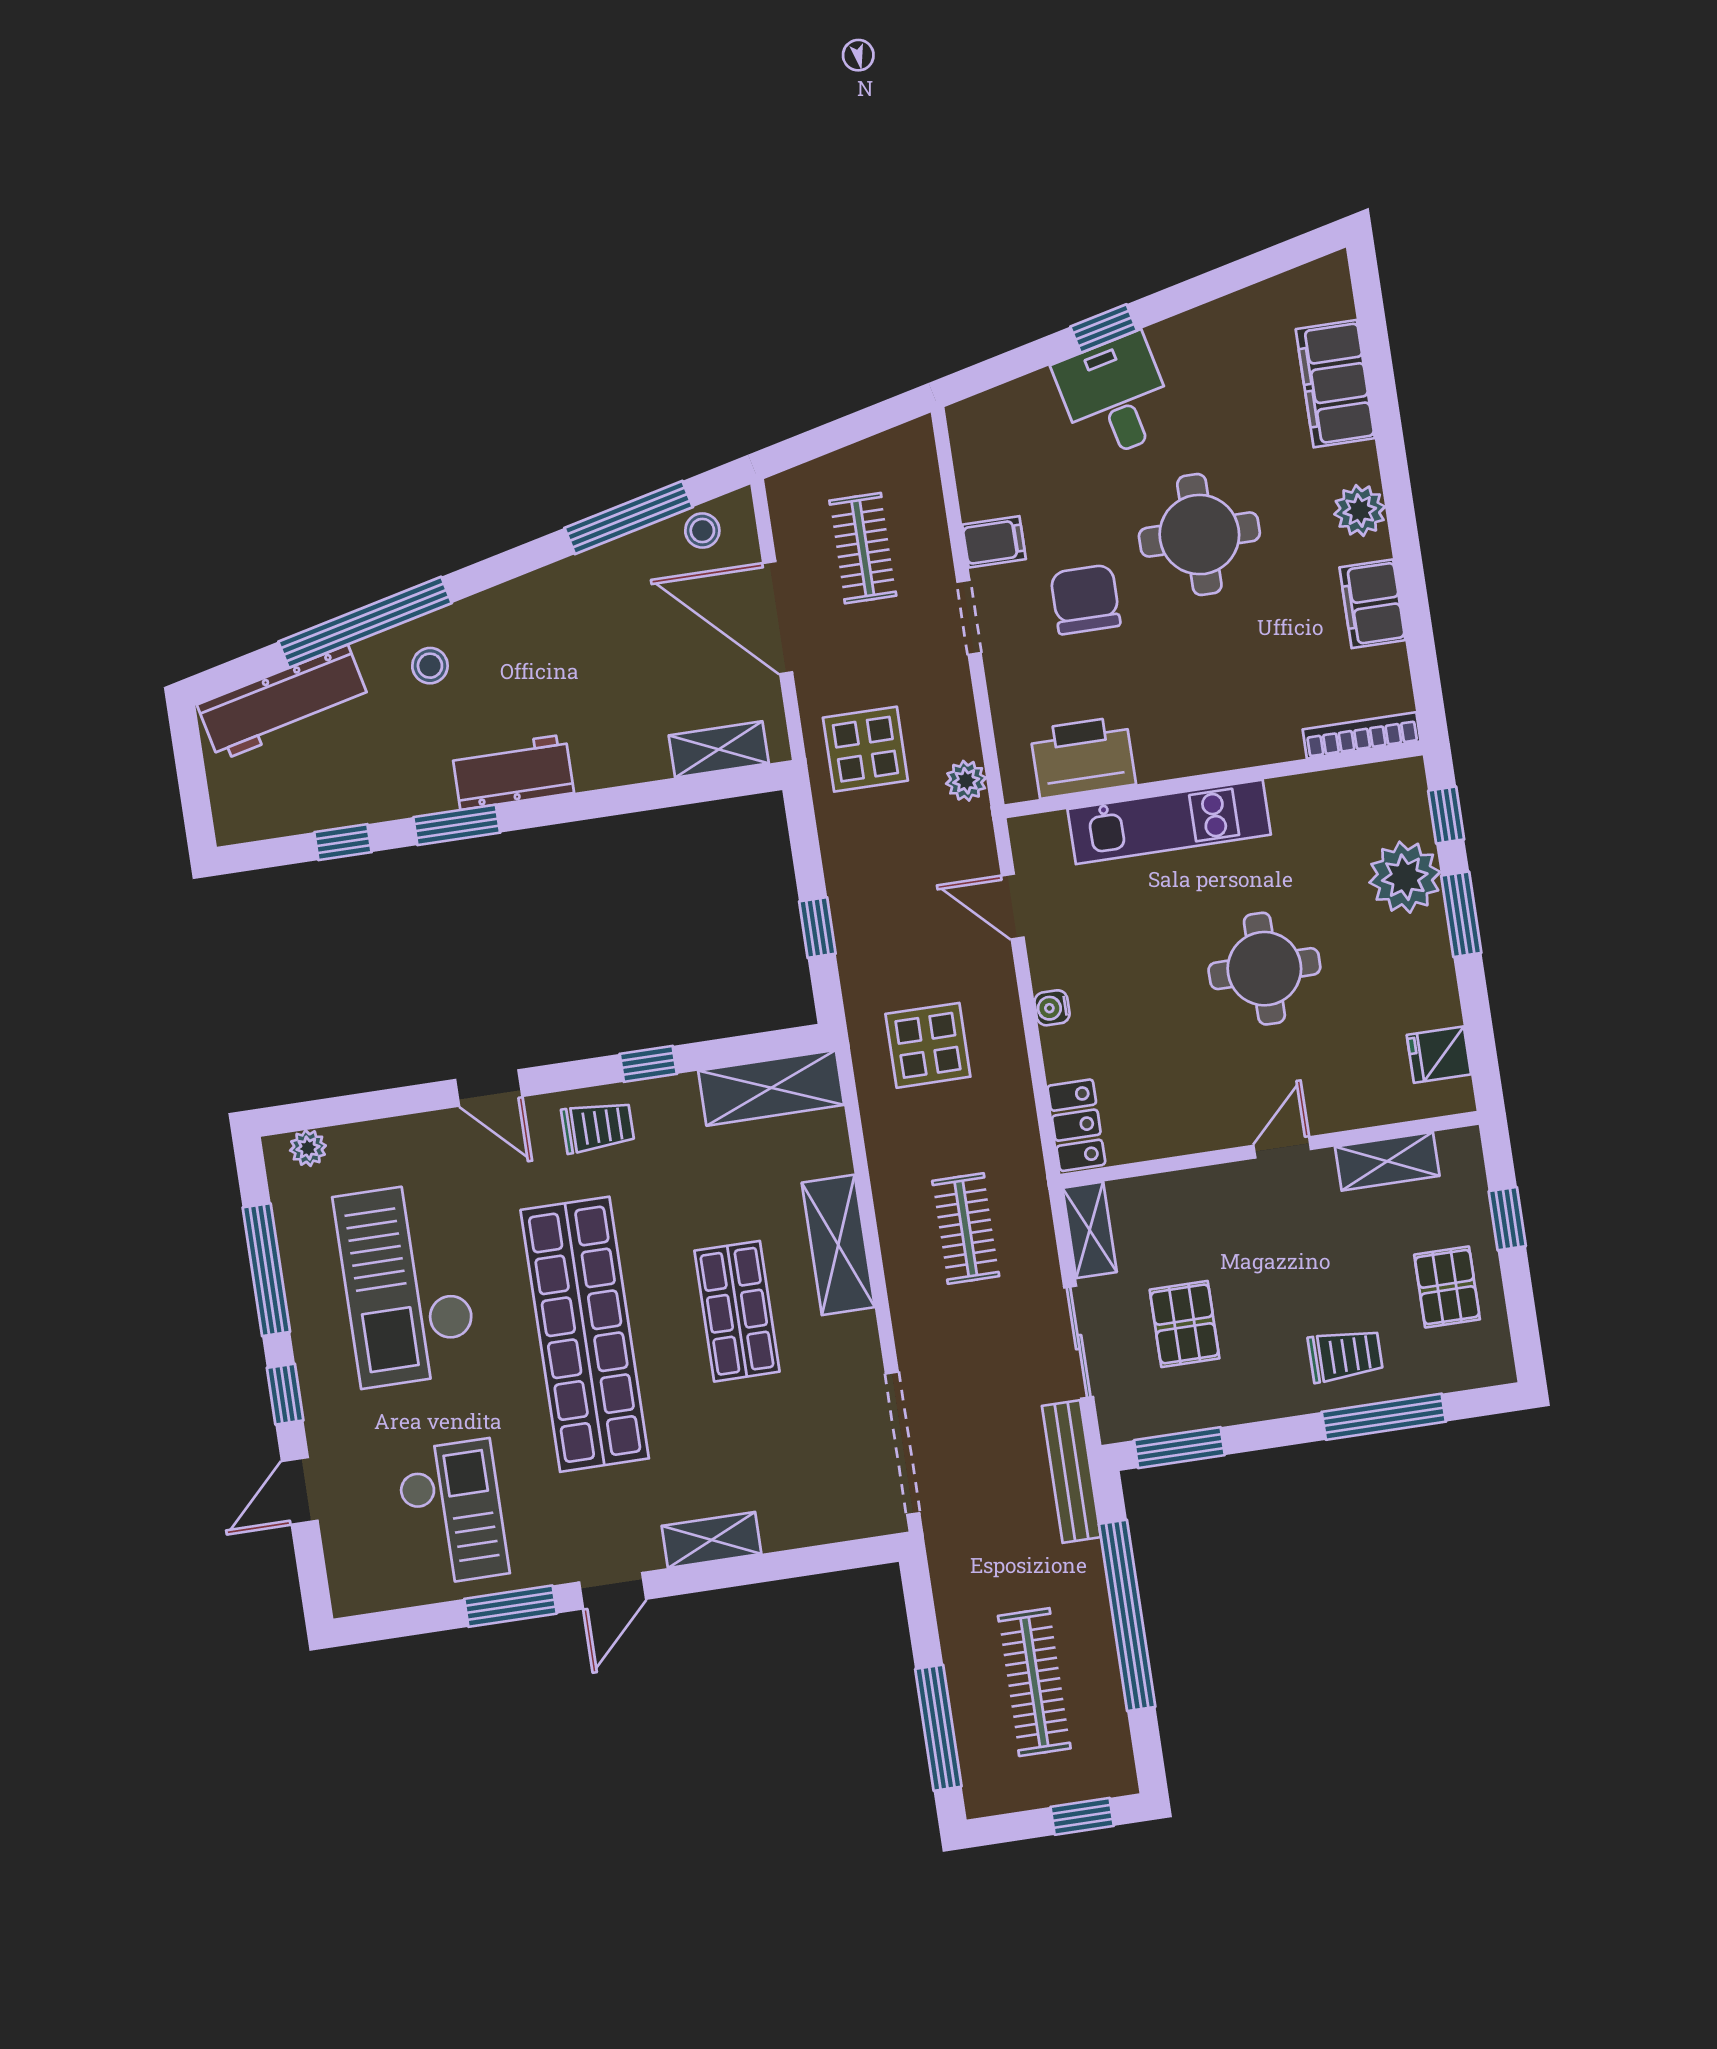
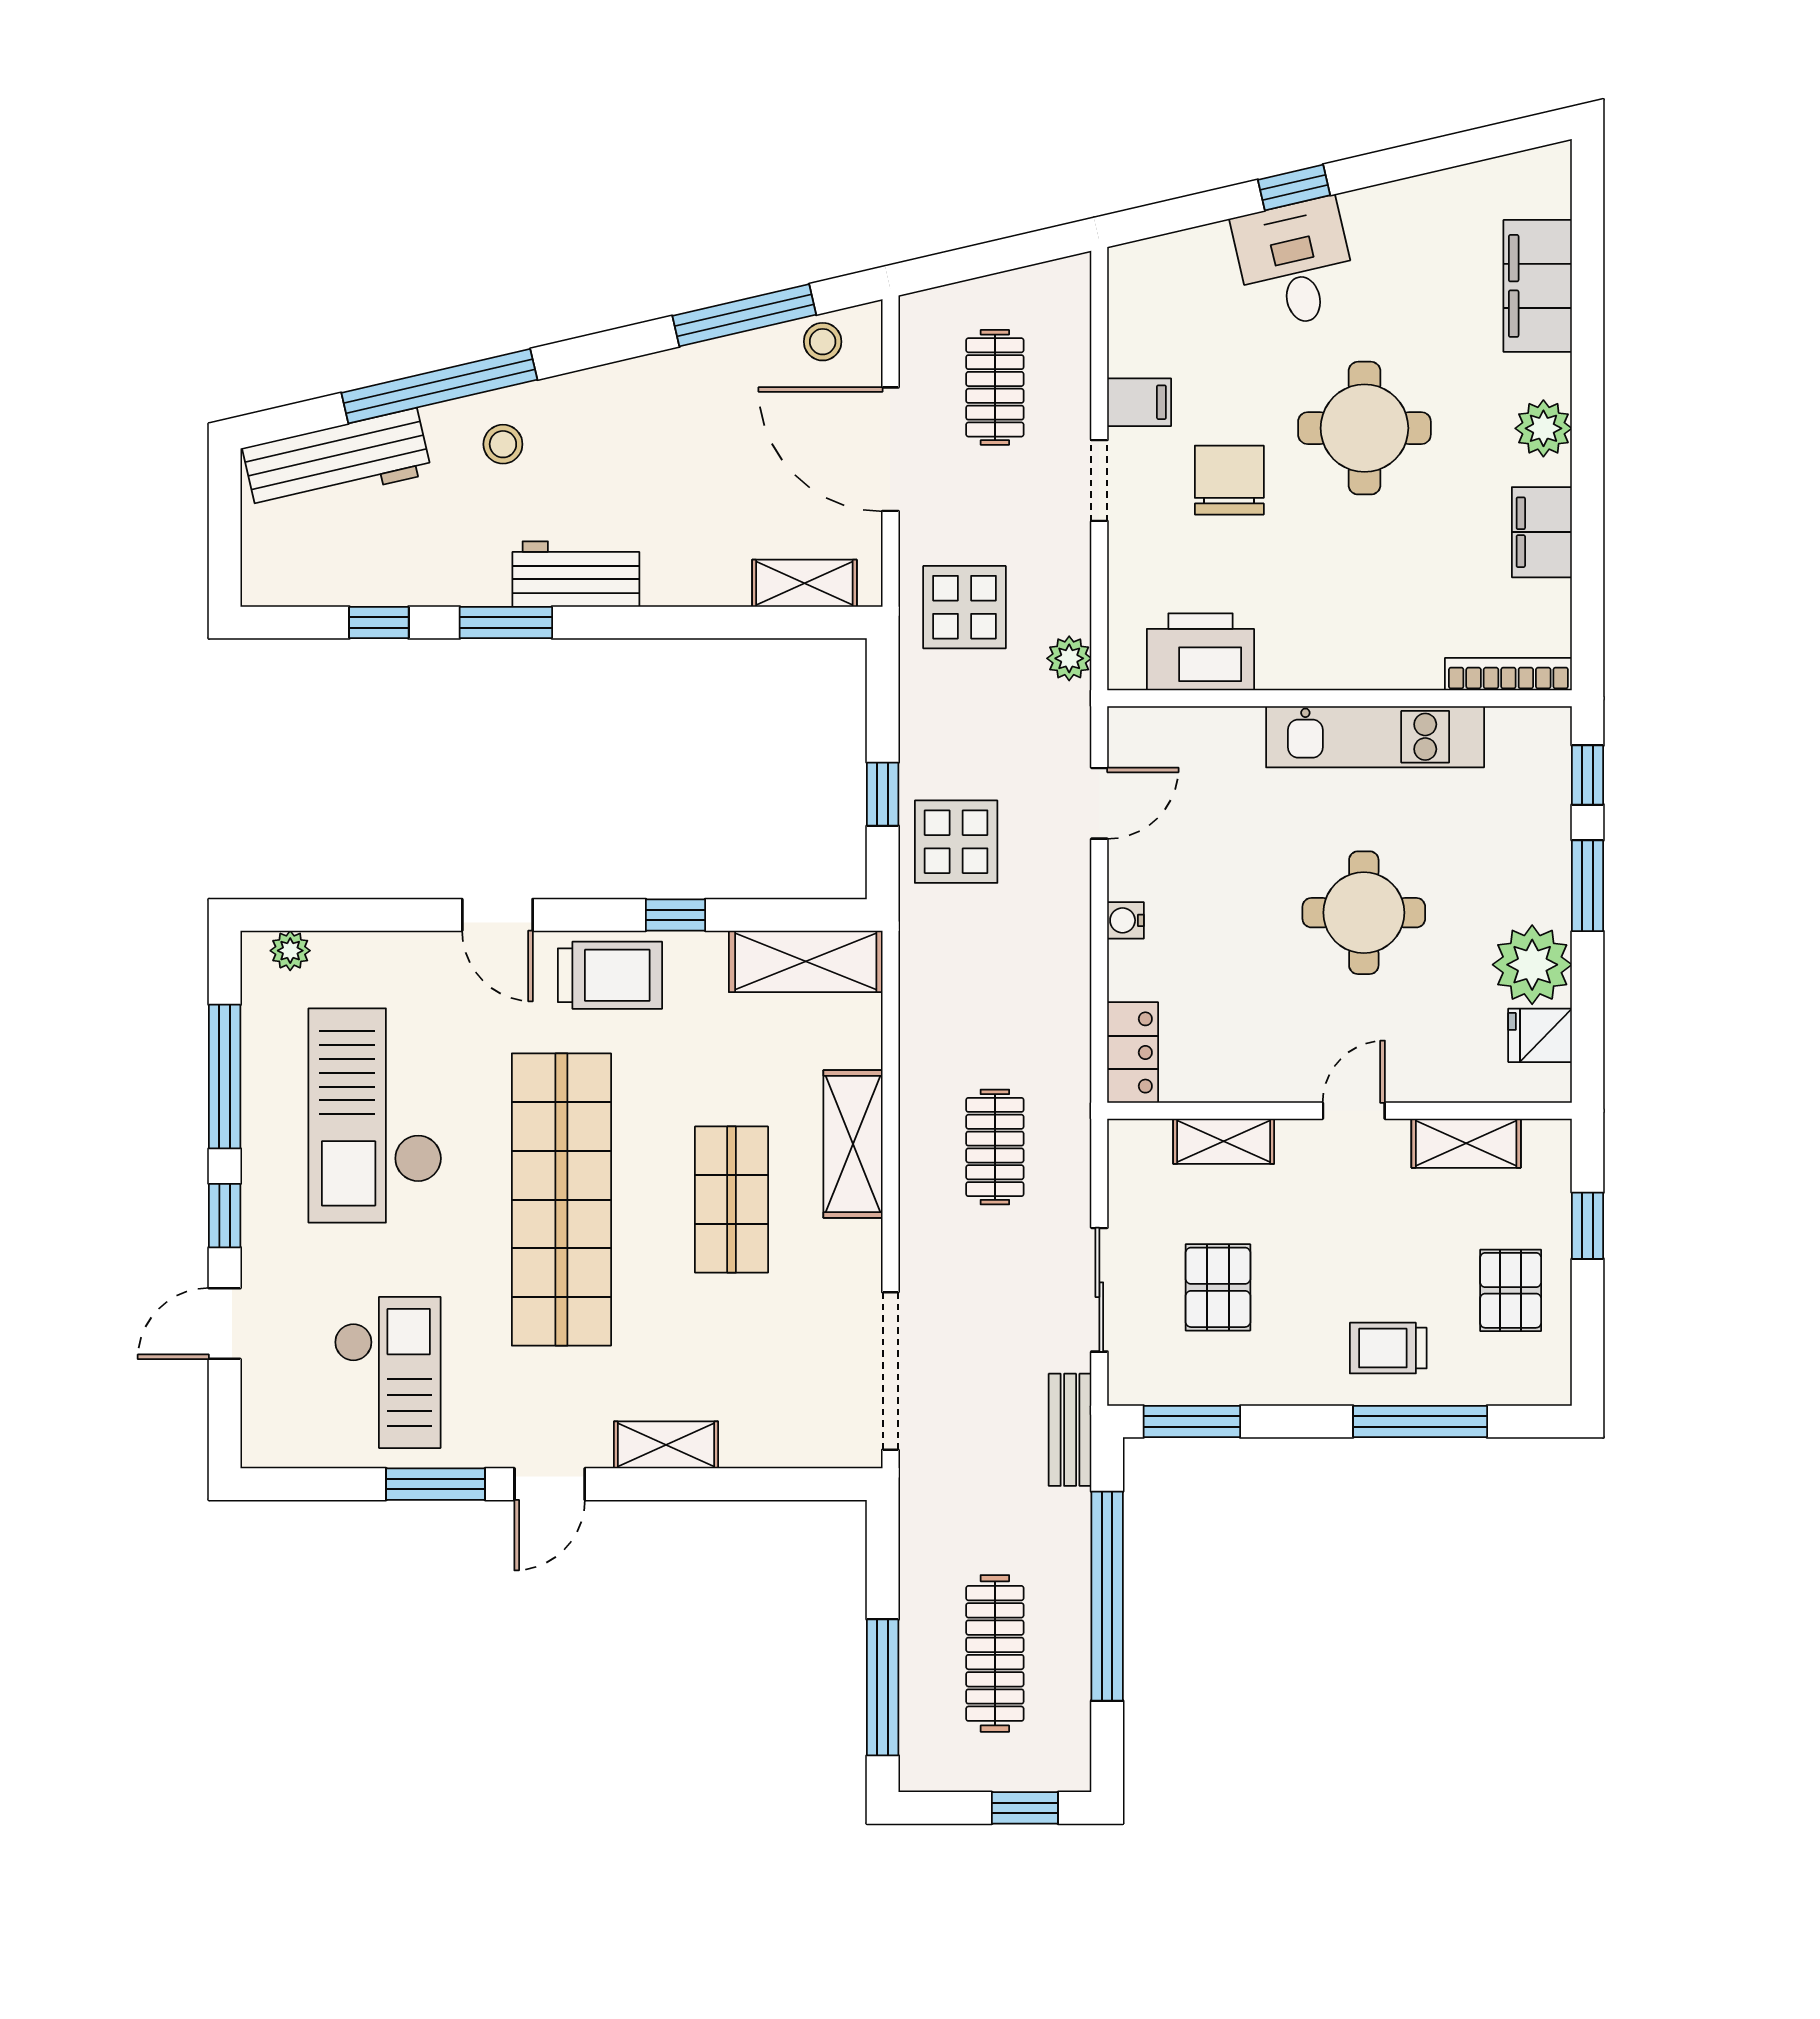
kitchen unit: (1169, 822) -> (1375, 737), moved
plant: (1405, 877) -> (1532, 965), moved
door: (1013, 906) -> (1099, 803), swing flipped
display table: (928, 1045) -> (956, 842), moved
trolley: (598, 1127) -> (610, 975), width x1.36, depth x1.39
shelving: (1090, 1230) -> (1224, 1141), moved, turned 90
trolley: (1345, 1355) -> (1388, 1348), turned 180
bench: (1071, 1472) -> (1070, 1430), width x0.73

